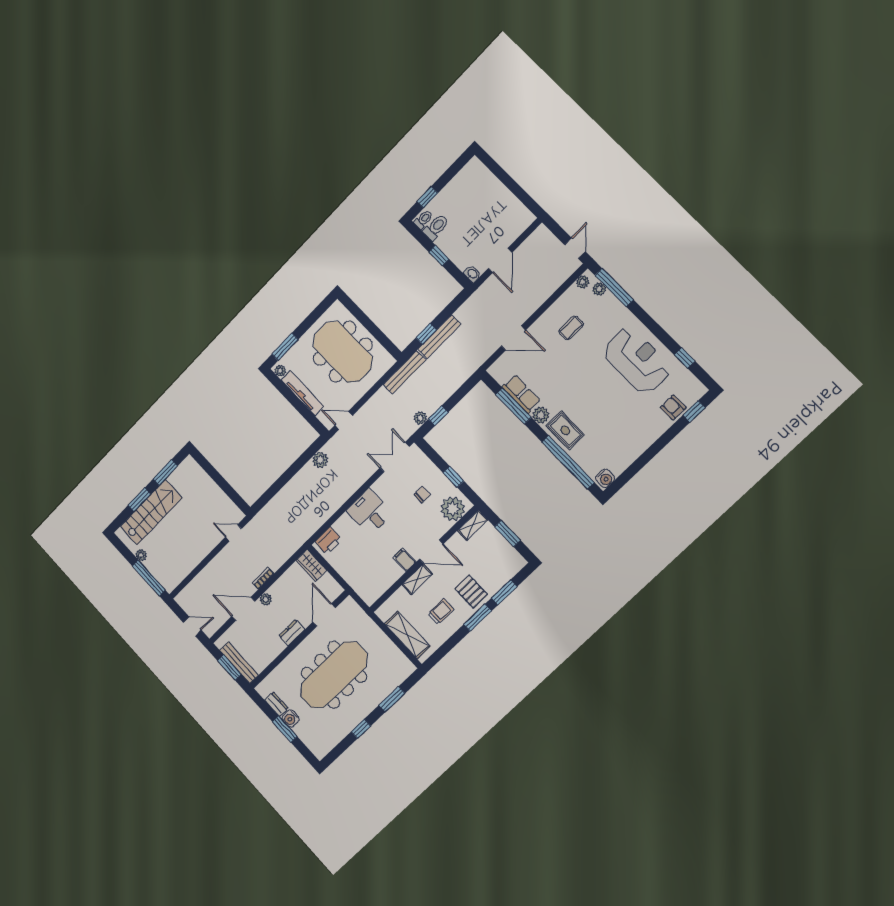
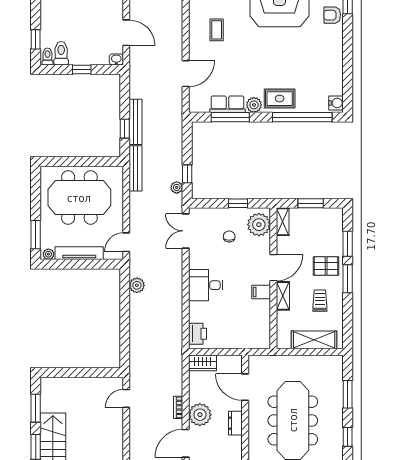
plant: (266, 599) -> (200, 415), width x1.87, depth x1.87

